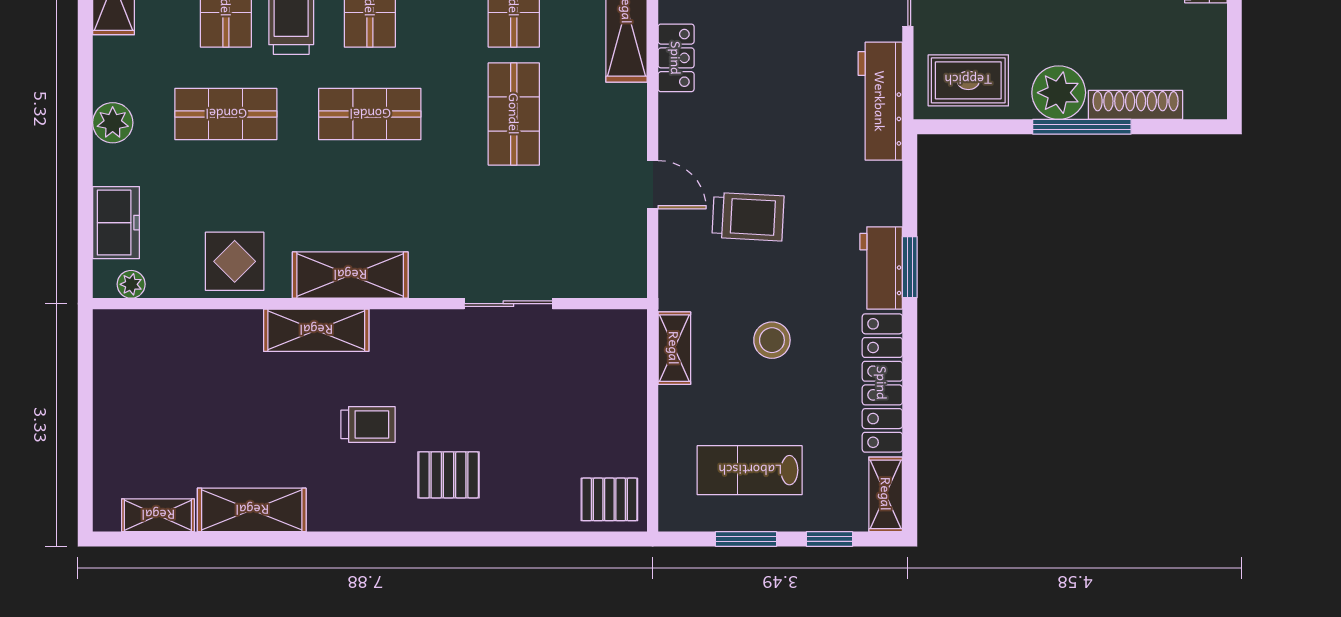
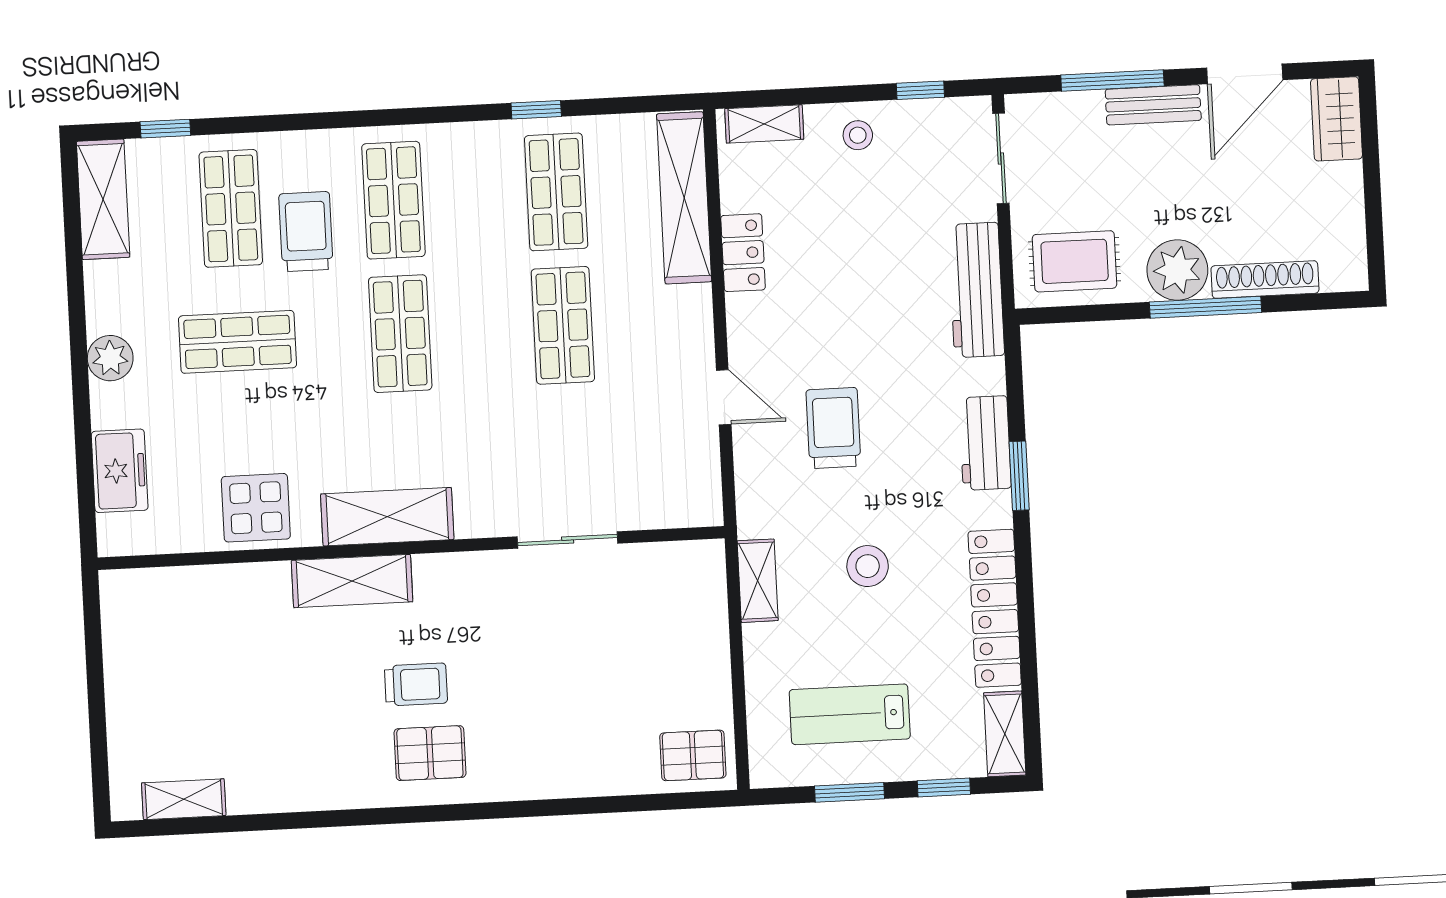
shop shelf: (370, 114) -> (400, 334), turned 90
trolley: (748, 217) -> (833, 428), turned -93
workbench: (881, 268) -> (985, 443), moved
plant: (131, 284) -> (140, 540), removed
pallet: (449, 475) -> (430, 753), moved
shelving: (252, 510) -> (289, 788), removed

